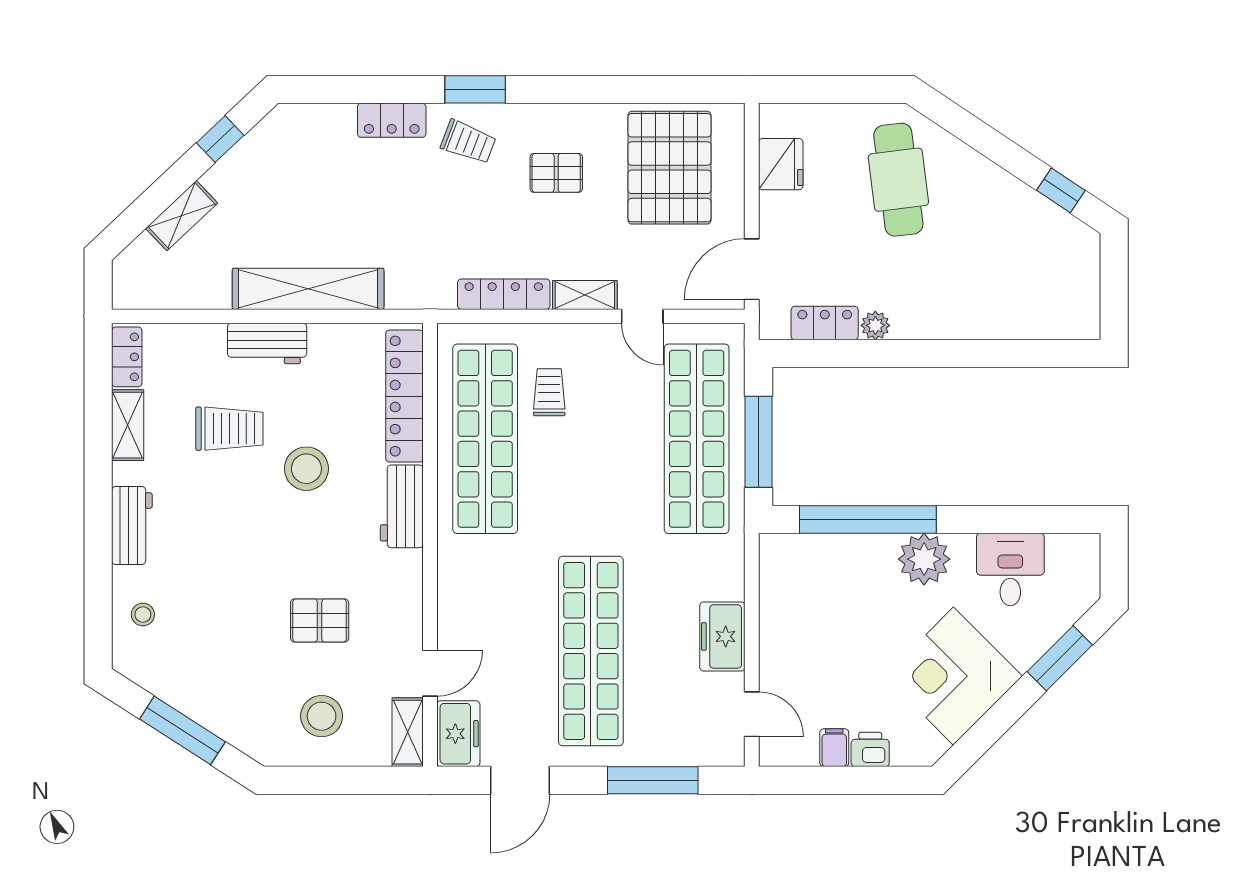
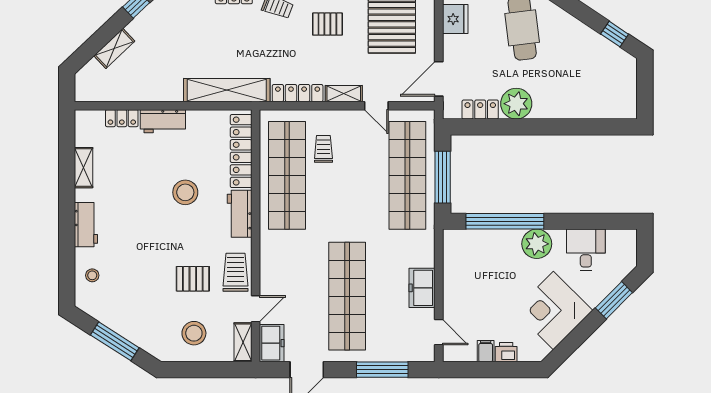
shelving: (308, 289) -> (227, 90), moved
plant: (875, 325) -> (516, 104), width x1.87, depth x1.87
locker: (127, 357) -> (122, 118), moved, turned 90
trolley: (229, 429) -> (235, 272), moved, turned -90

